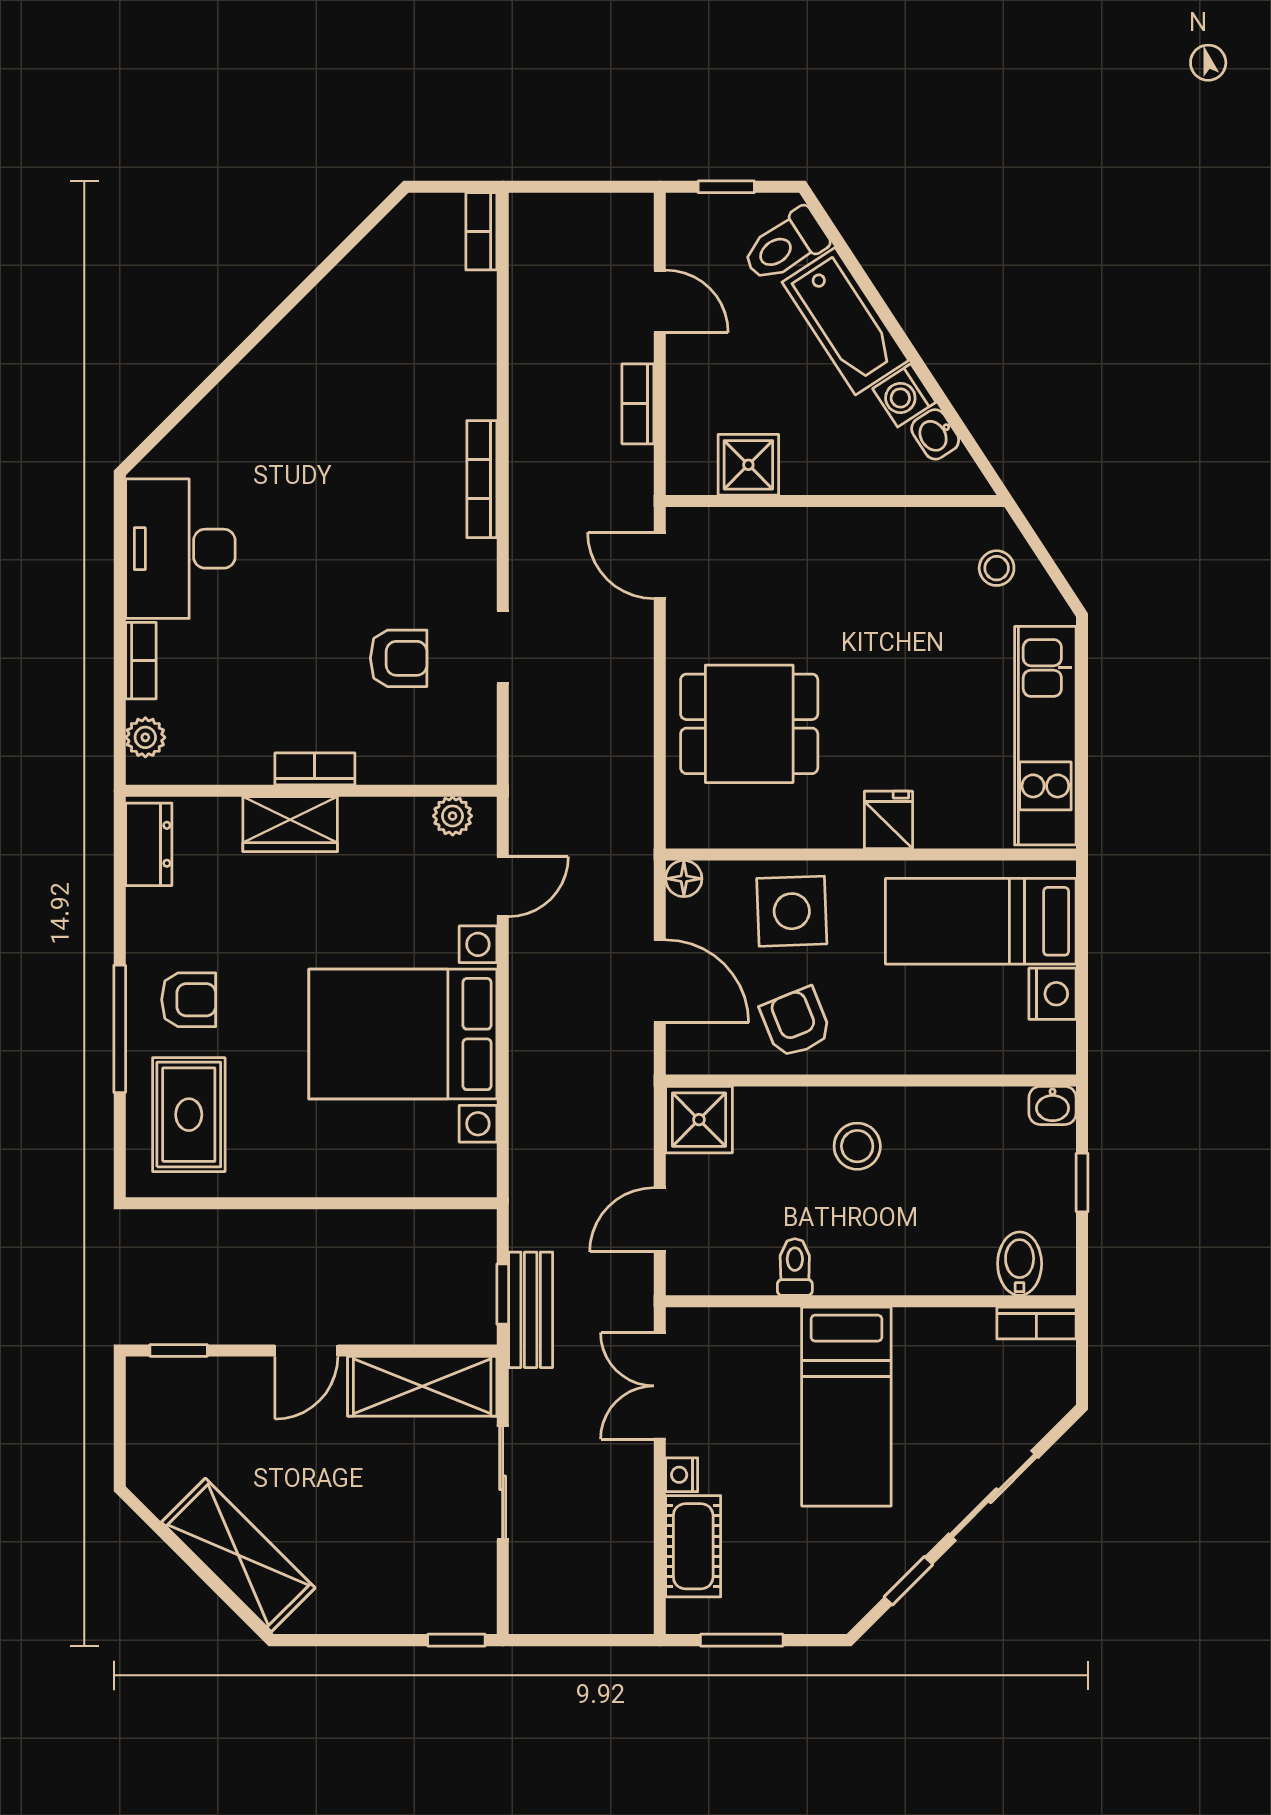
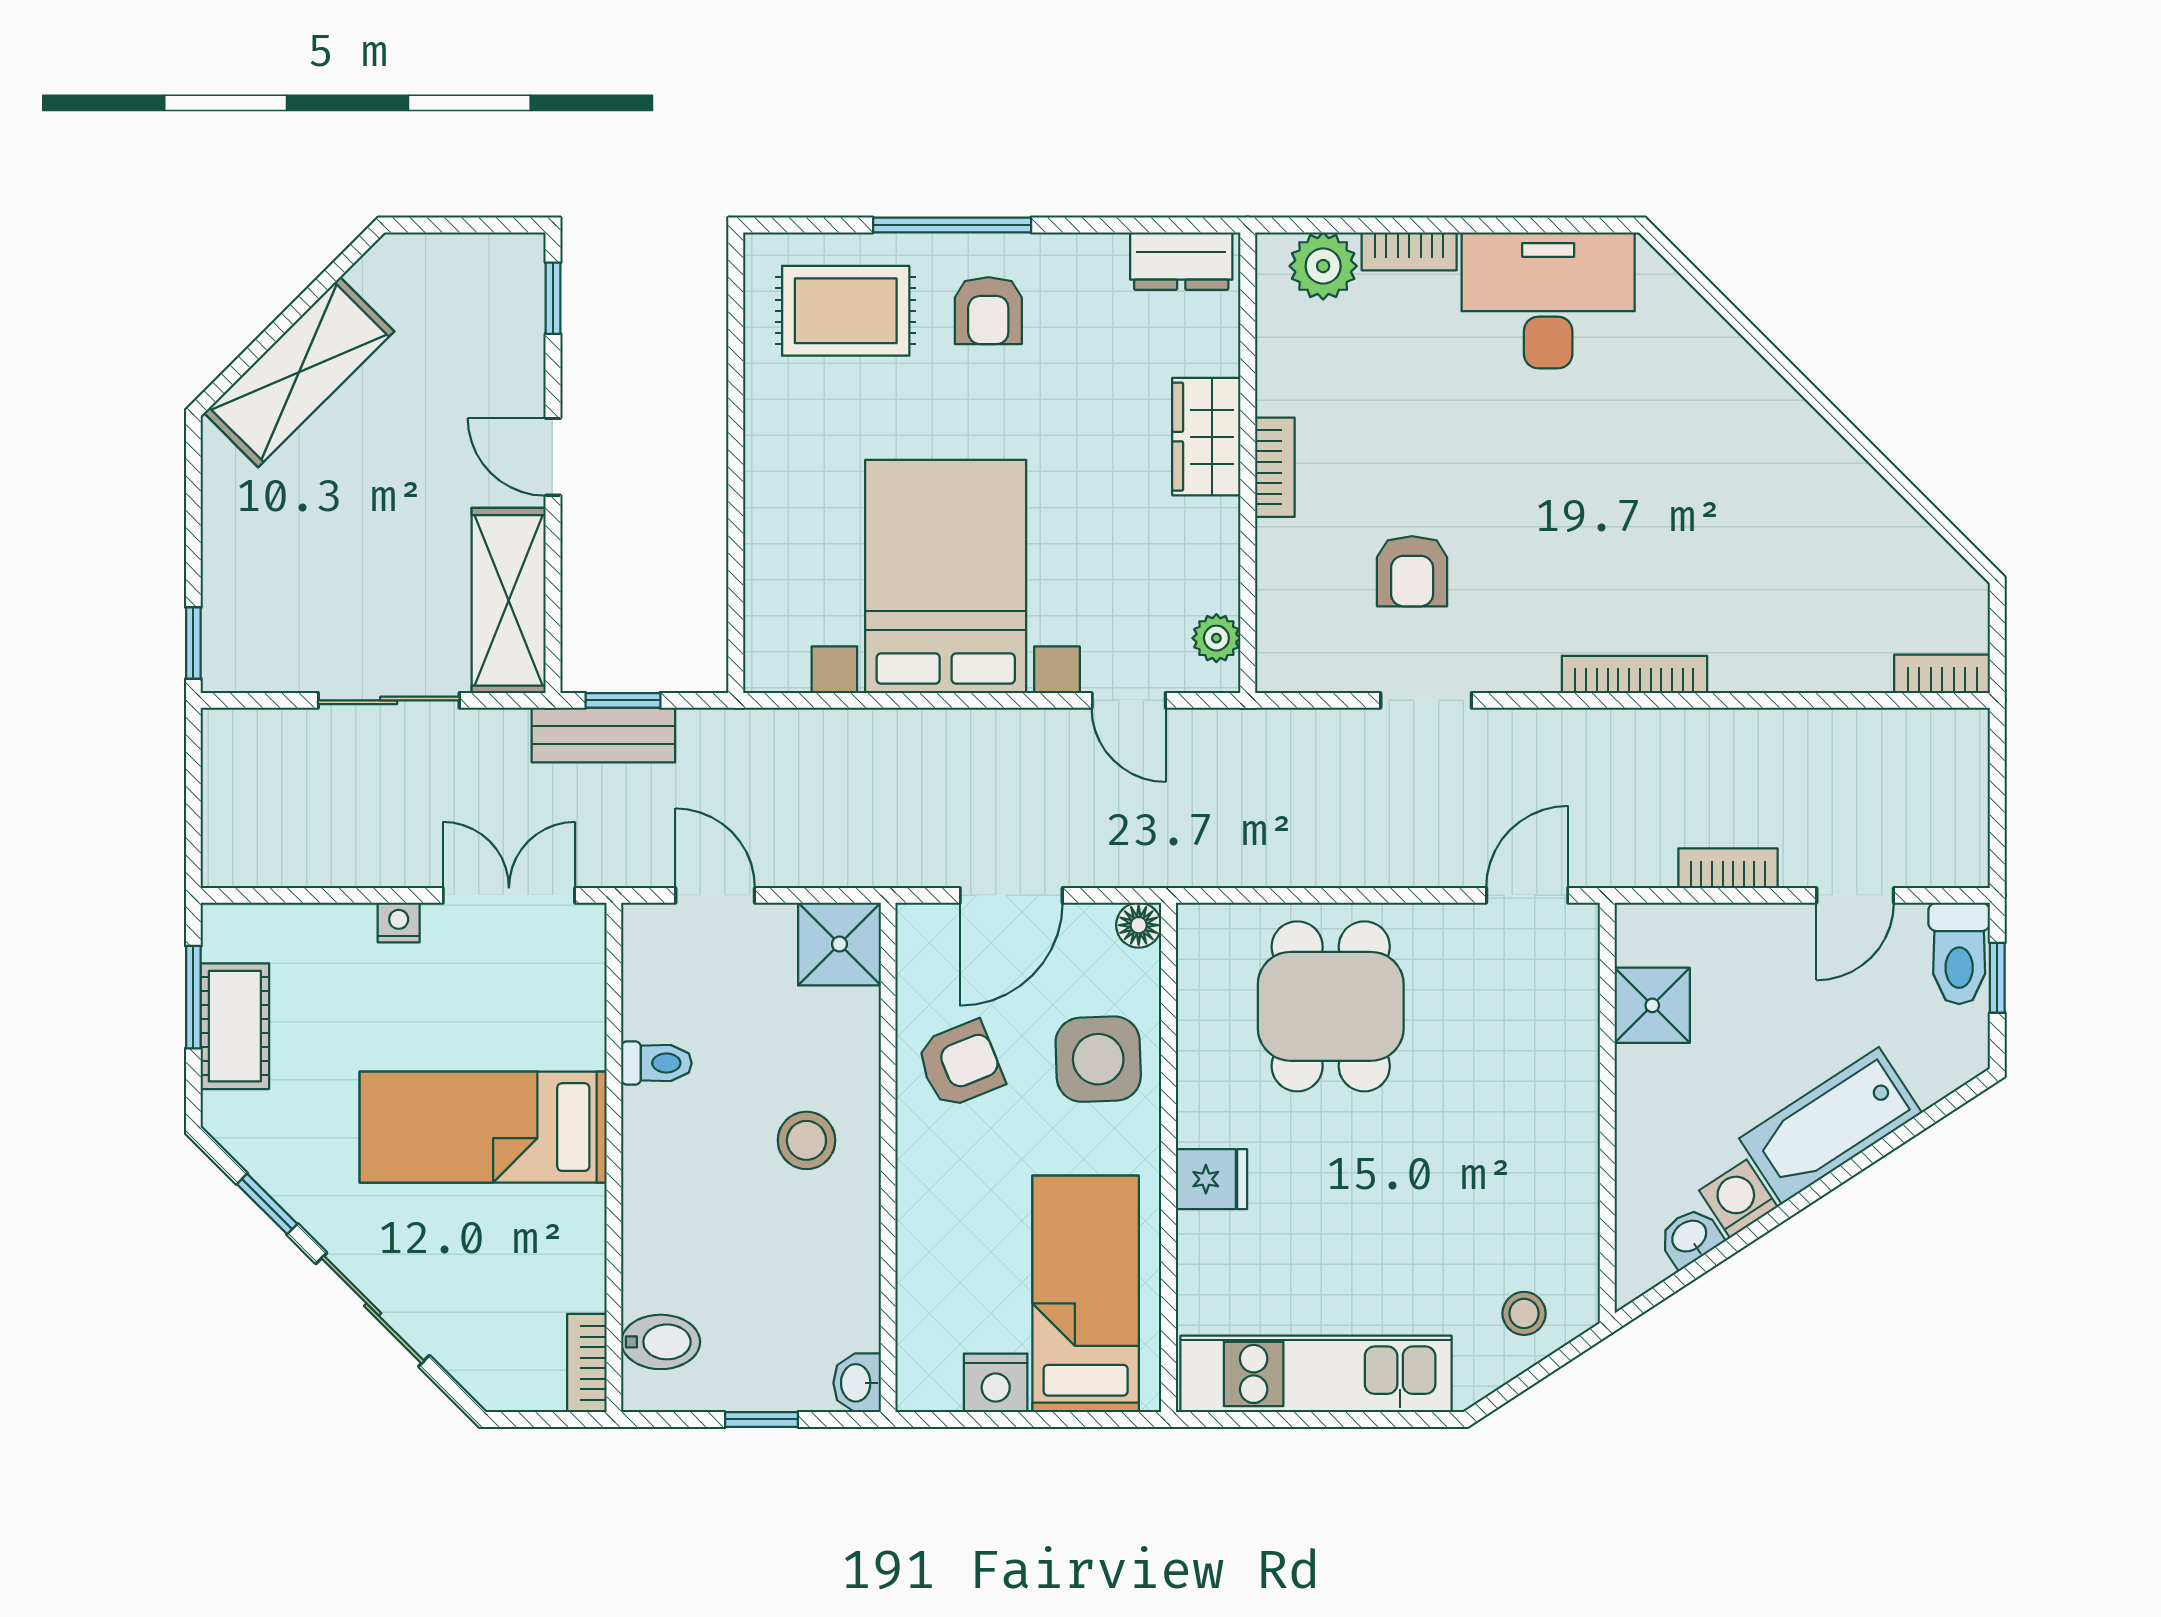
toilet: (785, 246) -> (1959, 953), moved, turned -147
plant: (145, 737) -> (1323, 266), width x1.38, depth x1.38
cot: (693, 1546) -> (235, 1026), moved, turned 90

